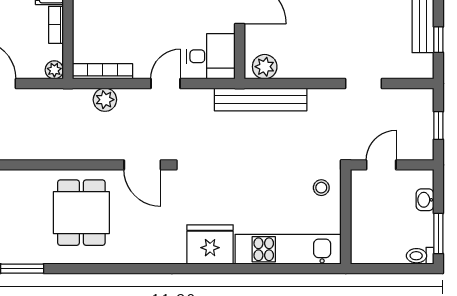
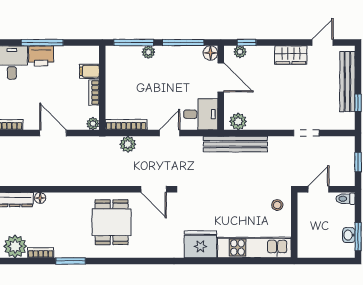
washbasin: (425, 200) -> (349, 235), moved
toilet: (420, 256) -> (345, 199), moved

